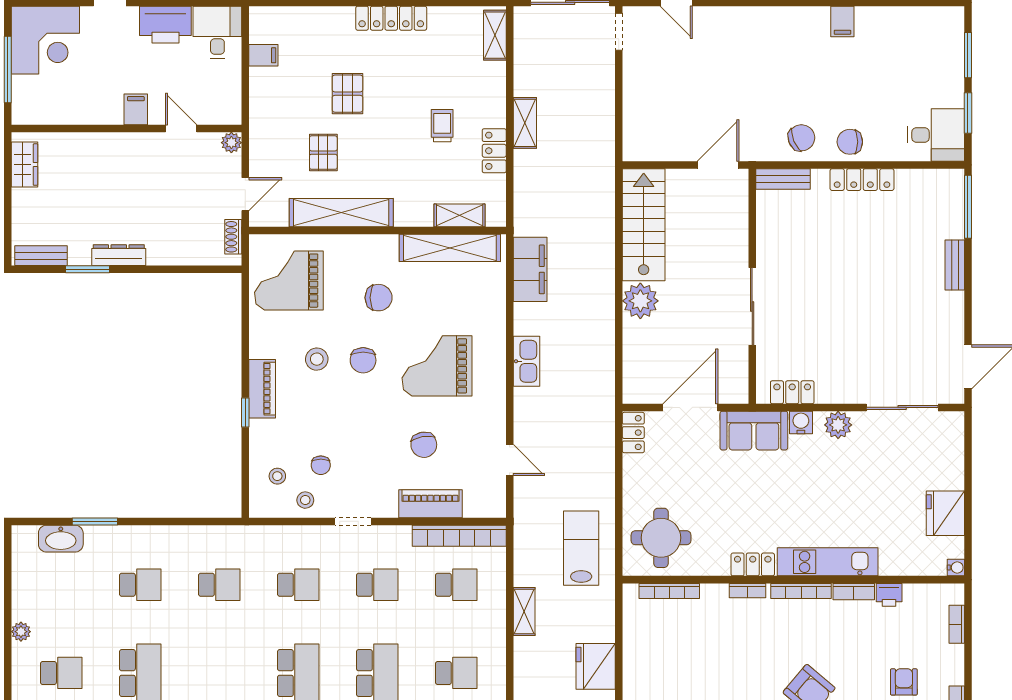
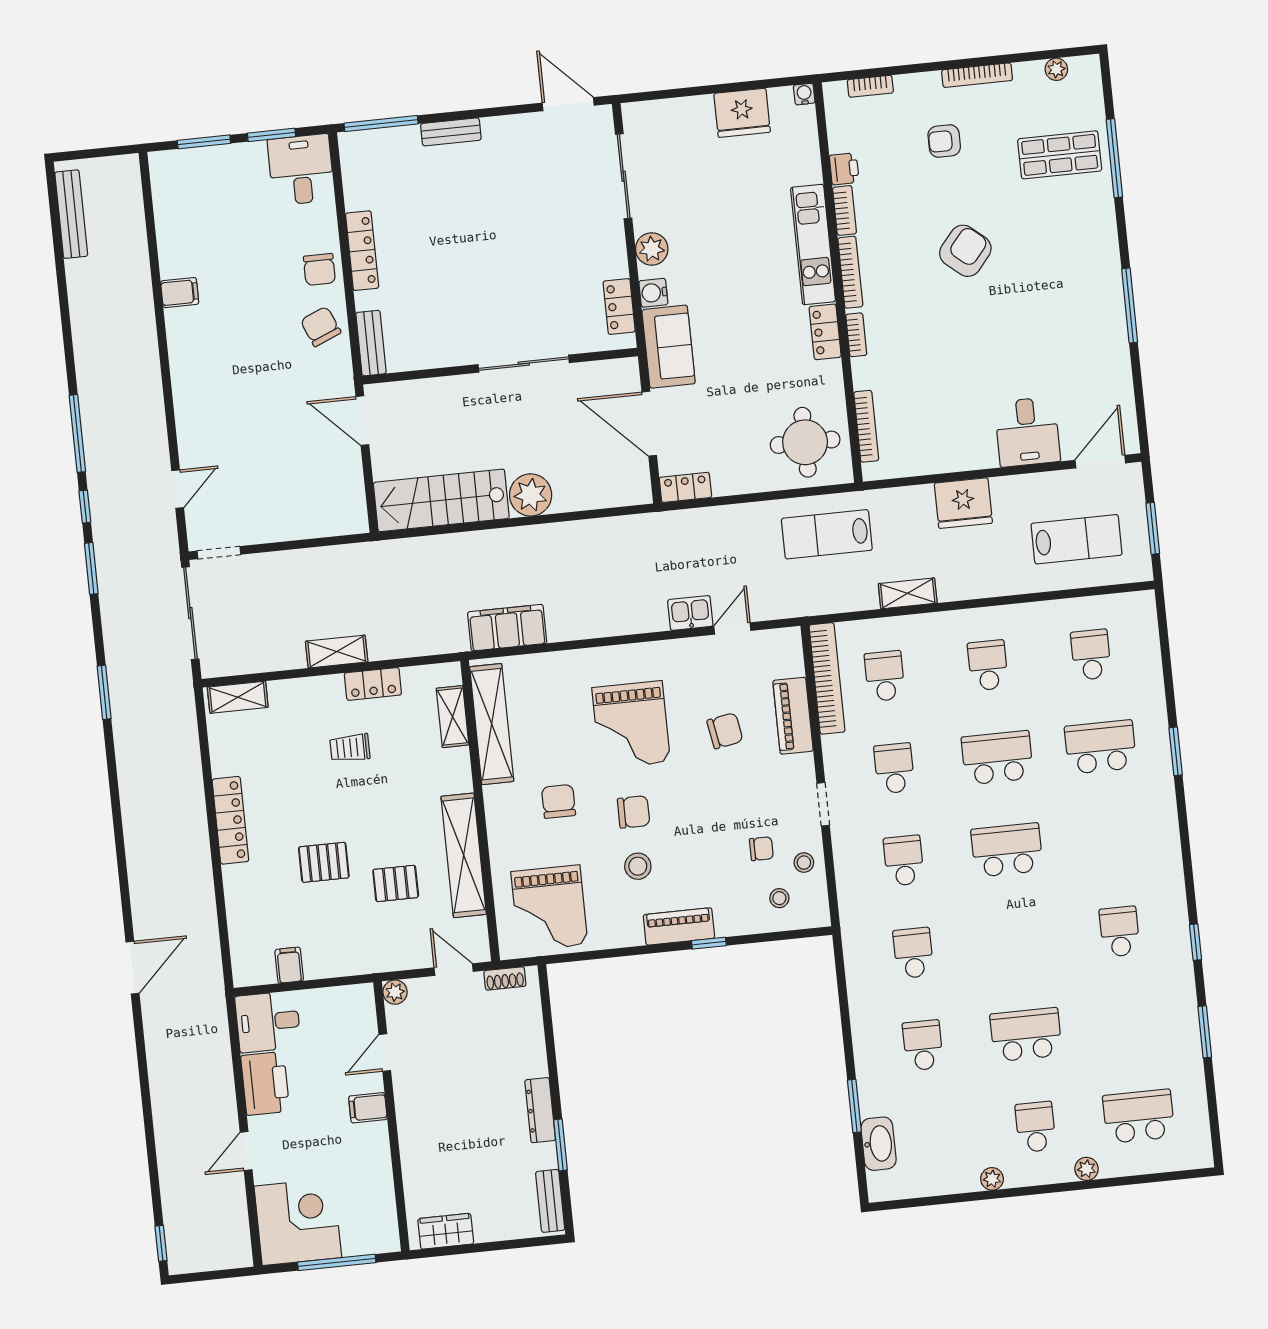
kitchen sink: (527, 361) -> (690, 613), moved, width x0.73

